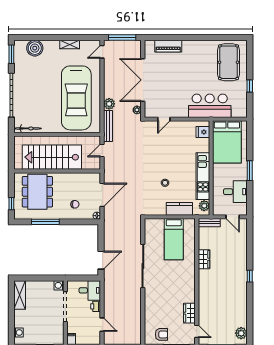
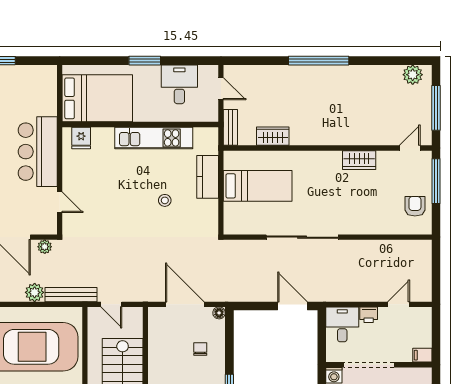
bar counter: (210, 106) -> (38, 152), moved
plant: (204, 206) -> (203, 136), removed
door: (233, 217) -> (221, 89), hinge flipped
wardrobe: (204, 259) -> (273, 136), moved
window: (250, 276) -> (319, 61), width x3.17
wardrobe: (189, 313) -> (359, 160), moved

